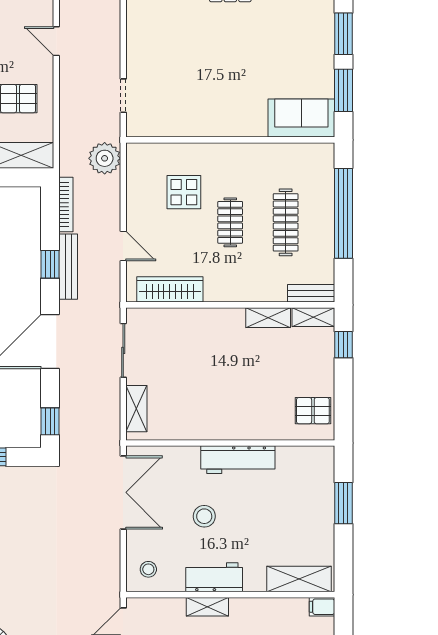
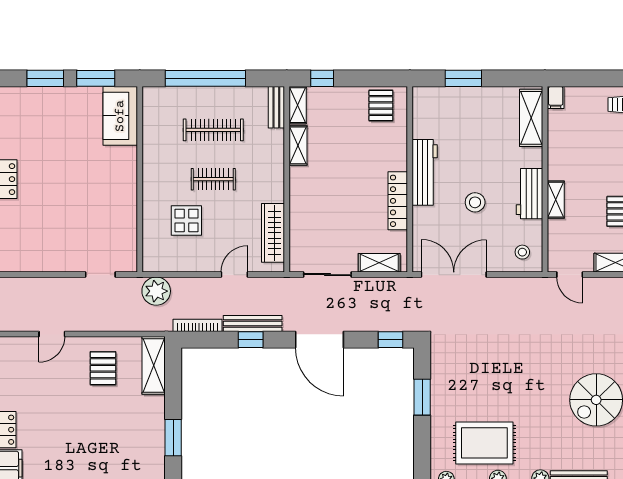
locker: (206, 430) -> (398, 201), added

